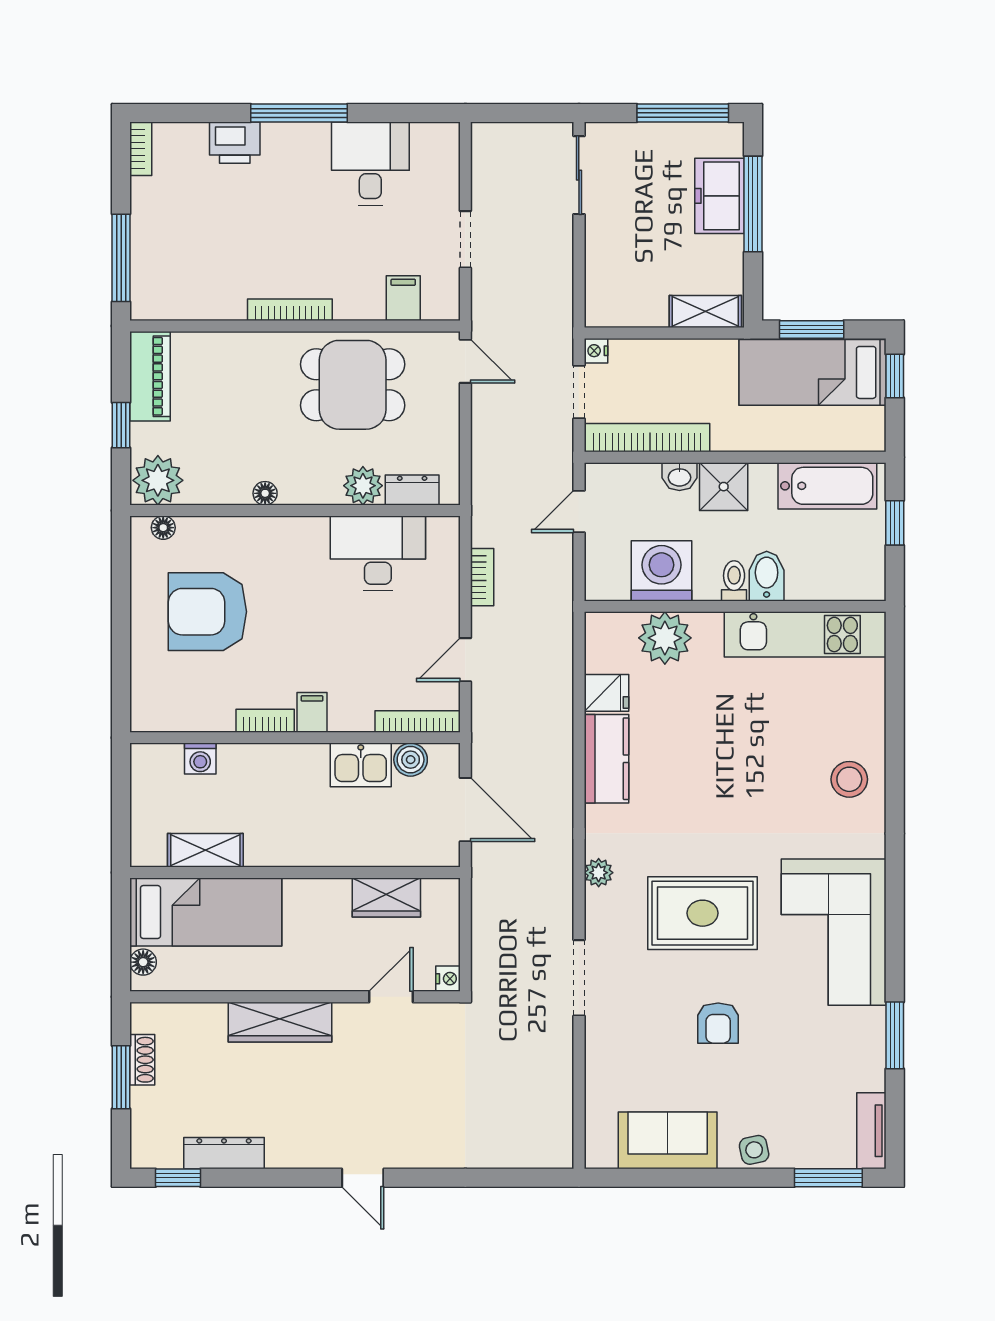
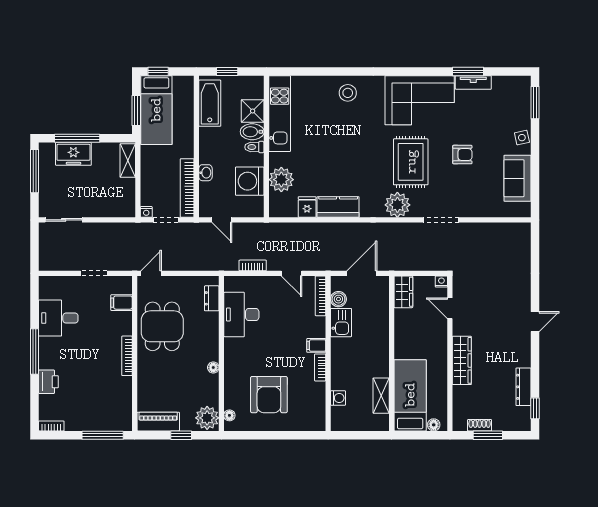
plant: (363, 486) -> (210, 321), removed
shower: (724, 487) -> (253, 111), moved
plant: (599, 873) -> (397, 205), width x1.87, depth x1.87
wardrobe: (386, 898) -> (403, 292), moved
tv unit: (871, 1131) -> (473, 82), moved

